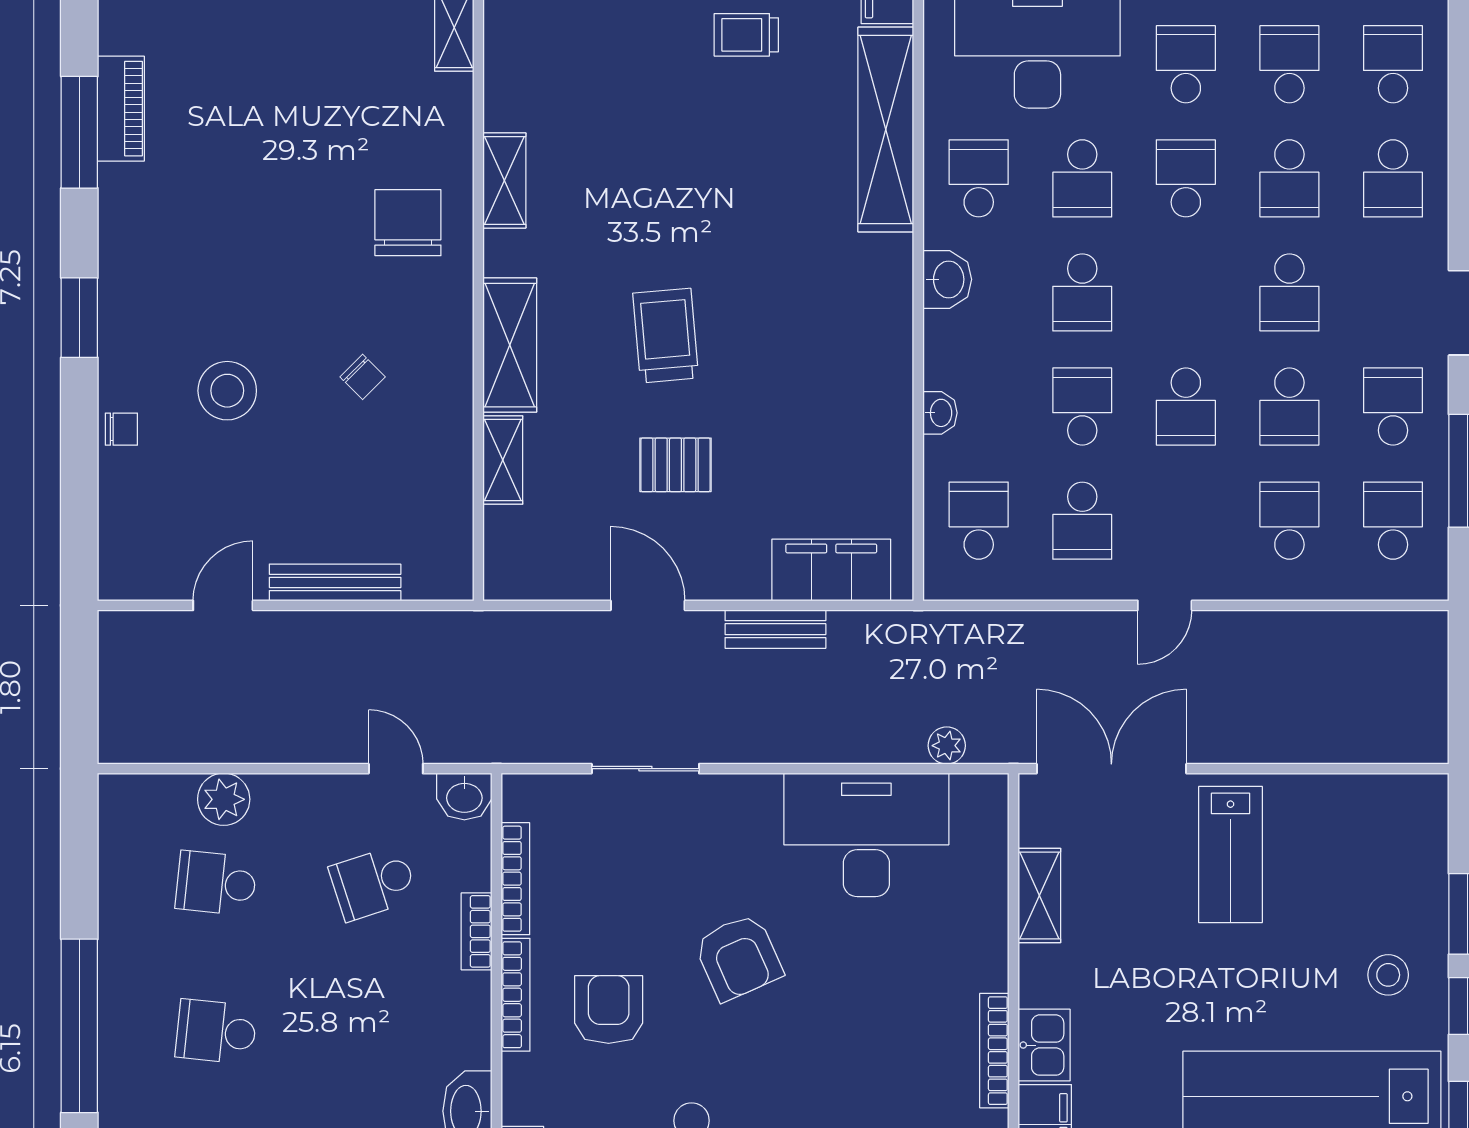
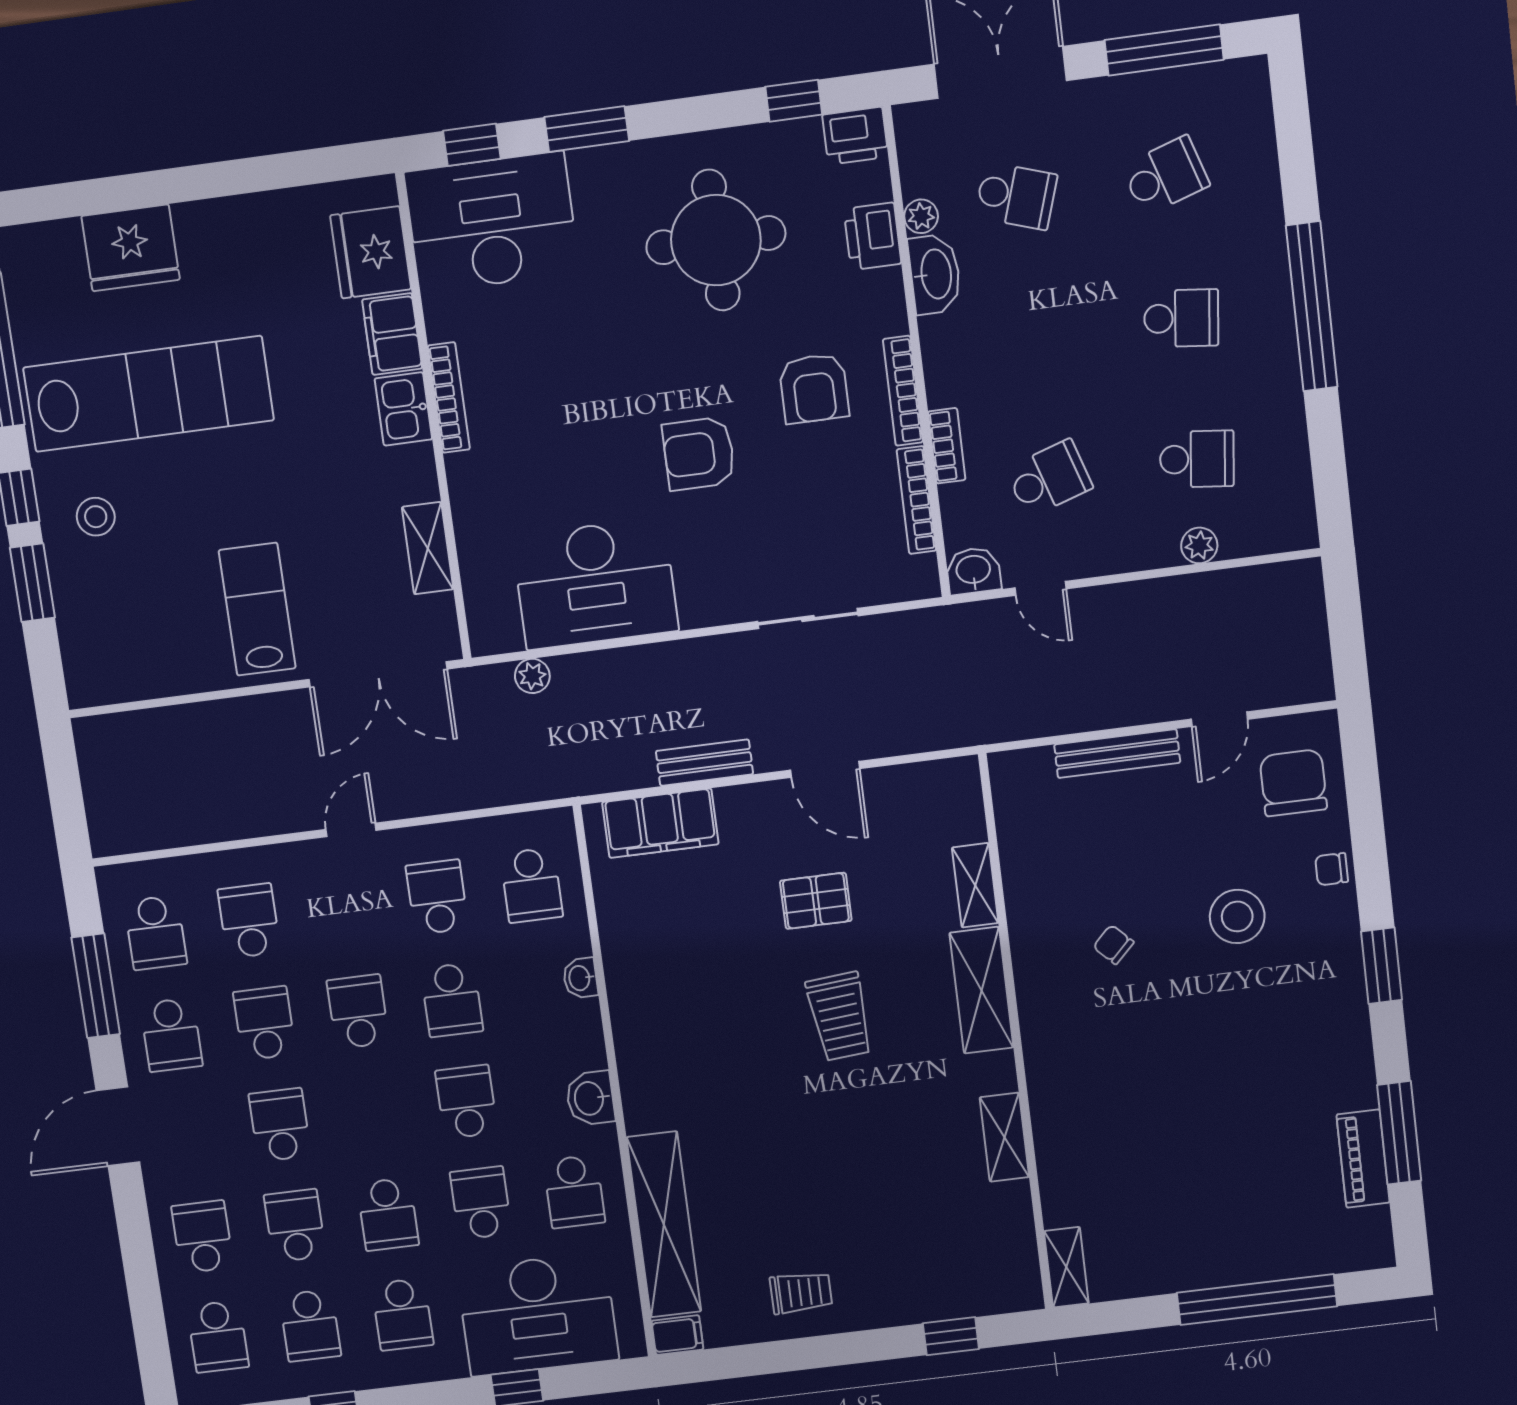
chair: (408, 223) -> (1293, 783), moved, turned 180
school desk: (1289, 521) -> (249, 921), turned 180
plant: (224, 799) -> (1199, 545), width x0.73, depth x0.73
armchair: (738, 957) -> (699, 454), turned -66

